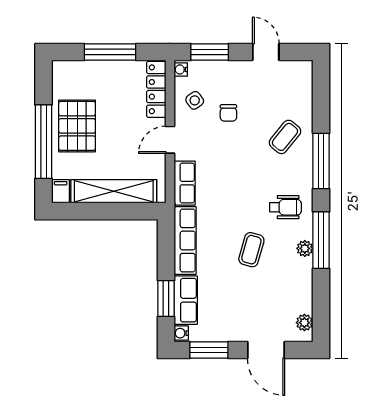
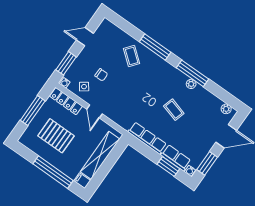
pallet: (77, 126) -> (56, 136), moved
row of seats: (185, 183) -> (120, 119), removed
wheelchair: (286, 207) -> (165, 79), removed

